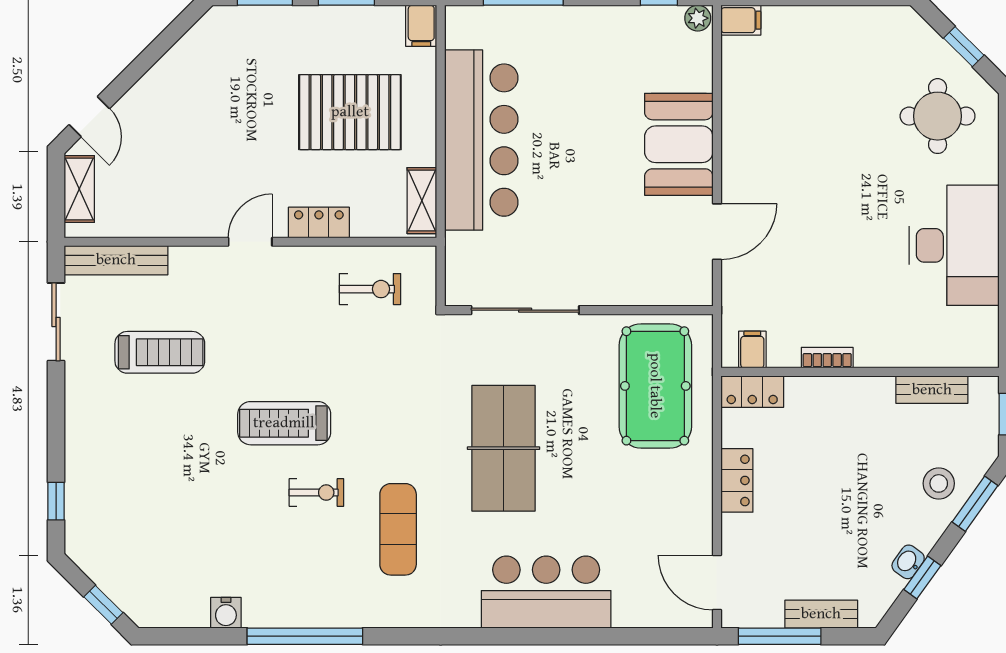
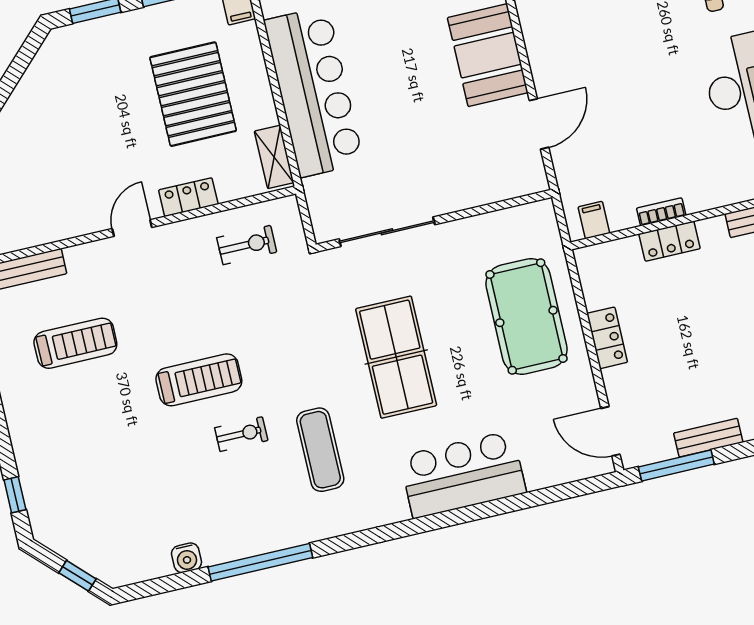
pallet: (350, 112) -> (193, 94), turned 90
pool table: (655, 386) -> (526, 316), moved
locker: (752, 392) -> (670, 241), moved
treadmill: (284, 423) -> (199, 380), turned 180

